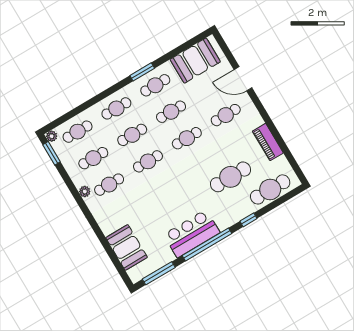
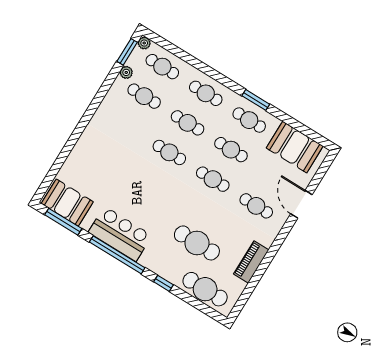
cafe table: (109, 185) -> (126, 126), removed
plant: (85, 191) -> (126, 72), moved
booth: (127, 247) -> (67, 203), moved, turned 90

